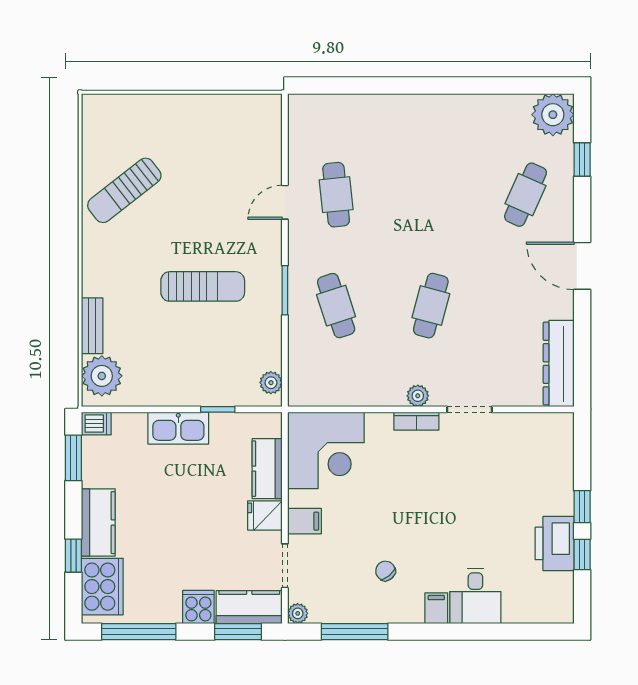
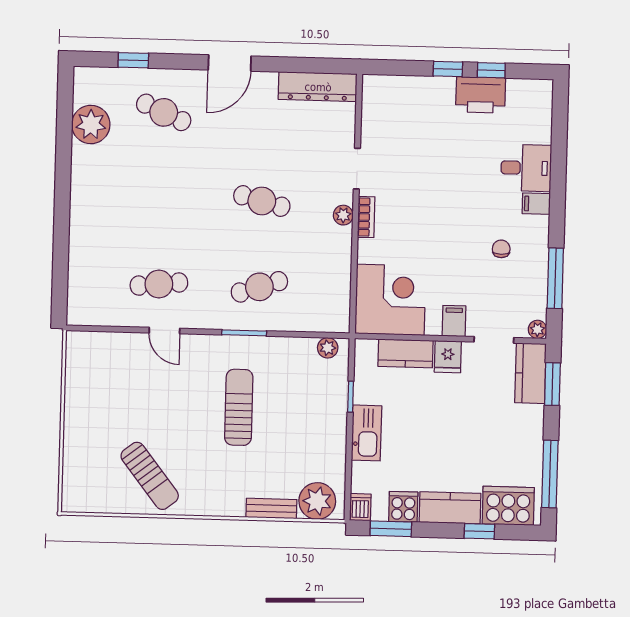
plant: (553, 115) -> (91, 124), moved
chair: (385, 571) -> (501, 249), turned 130
cooker: (198, 607) -> (403, 507), moved, turned 90

